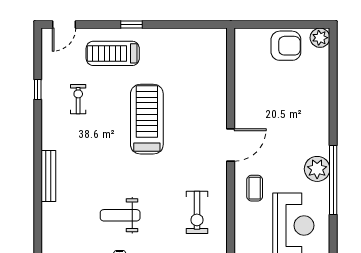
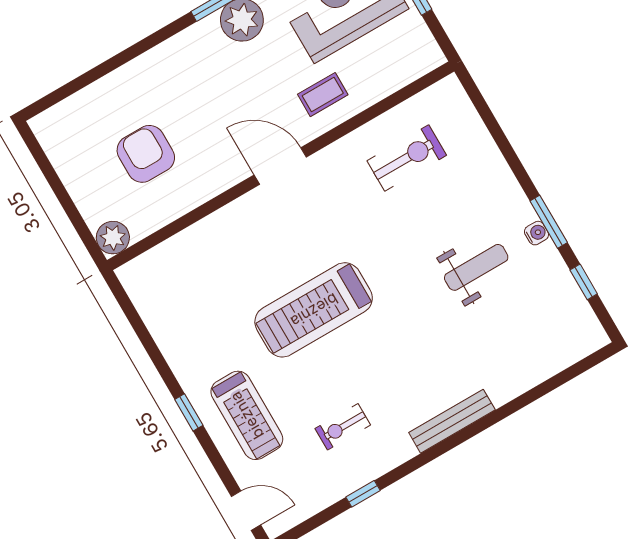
plant: (320, 38) -> (113, 238), moved
armchair: (286, 46) -> (146, 154), moved
bench: (48, 176) -> (452, 421), moved
weight bench: (120, 215) -> (476, 267), turned -90

